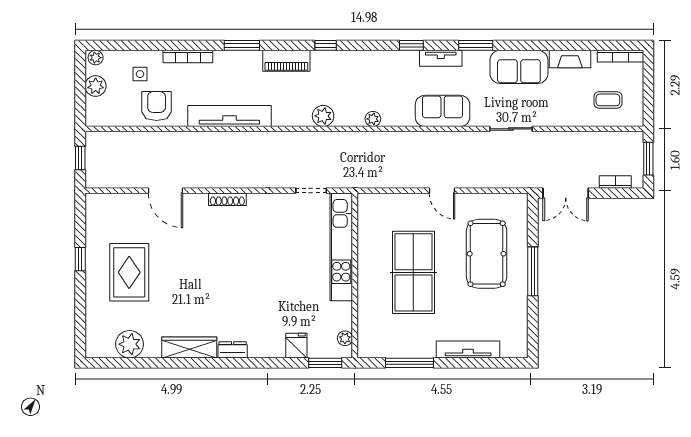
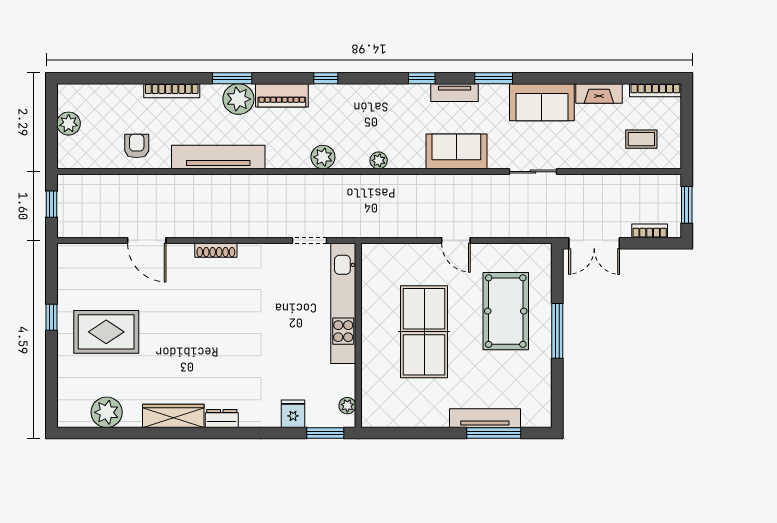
plant: (96, 58) -> (238, 99), moved, width x1.87, depth x1.87
side table: (140, 74) -> (118, 110), removed
armchair: (157, 106) -> (137, 146), width x0.72, depth x0.72
rug: (129, 272) -> (106, 332), turned 90
window: (410, 363) -> (494, 433), moved

